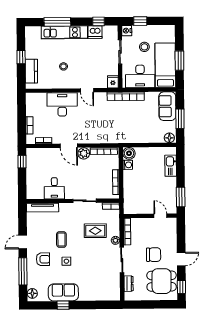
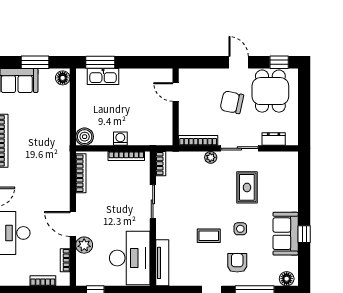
door: (69, 146) -> (73, 224), swing flipped
plant: (84, 153) -> (84, 245), moved
washing machine: (128, 165) -> (120, 139), moved
desk: (54, 188) -> (130, 258), width x1.87, depth x1.30
window: (181, 197) -> (100, 62), moved
door: (160, 216) -> (176, 92), hinge flipped
rug: (95, 231) -> (247, 187), moved
chair: (154, 255) -> (232, 102), turned -78

